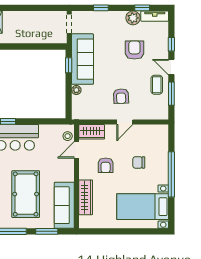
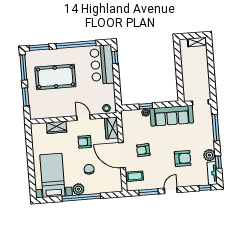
window: (101, 8) -> (216, 128), width x2.17
window: (171, 44) -> (205, 188), moved
window: (69, 65) -> (146, 106), moved
coffee table: (157, 85) -> (135, 176), moved
door: (125, 122) -> (122, 155), width x1.87
door: (77, 150) -> (83, 117), moved
plant: (162, 177) -> (78, 189), added
wardrobe: (86, 197) -> (57, 127), width x0.67
sofa: (64, 205) -> (49, 110), removed

